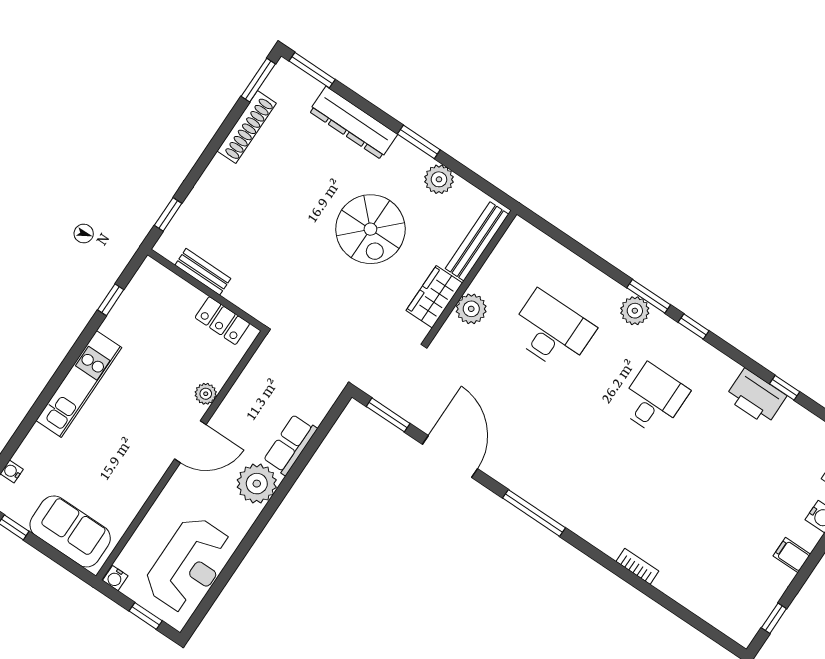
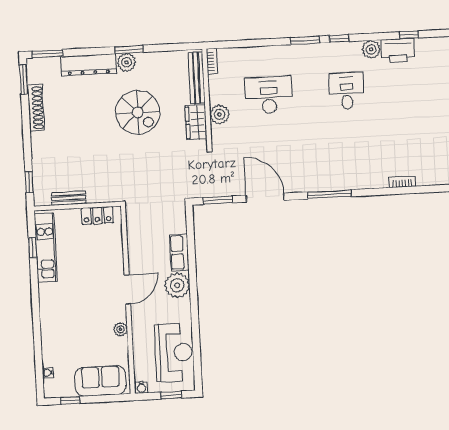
plant: (439, 179) -> (127, 62), moved
bookcase: (512, 235) -> (212, 61), added
plant: (635, 311) -> (371, 49), moved
kitchen unit: (79, 384) -> (46, 248), moved
plant: (206, 394) -> (121, 329), moved

